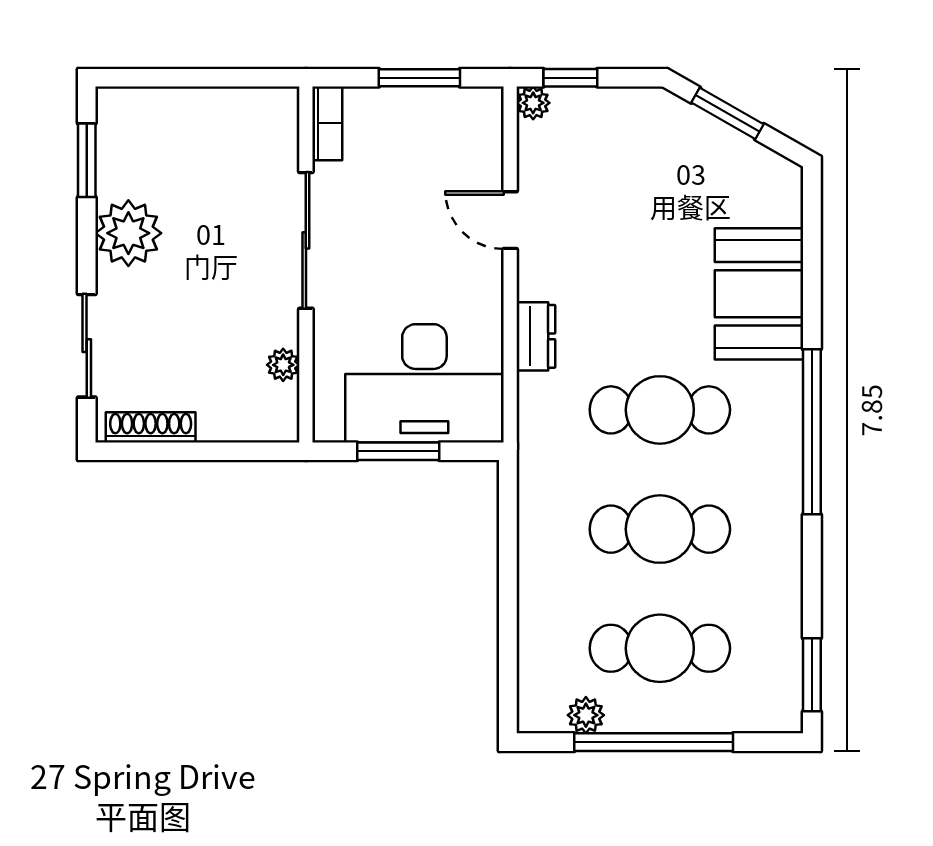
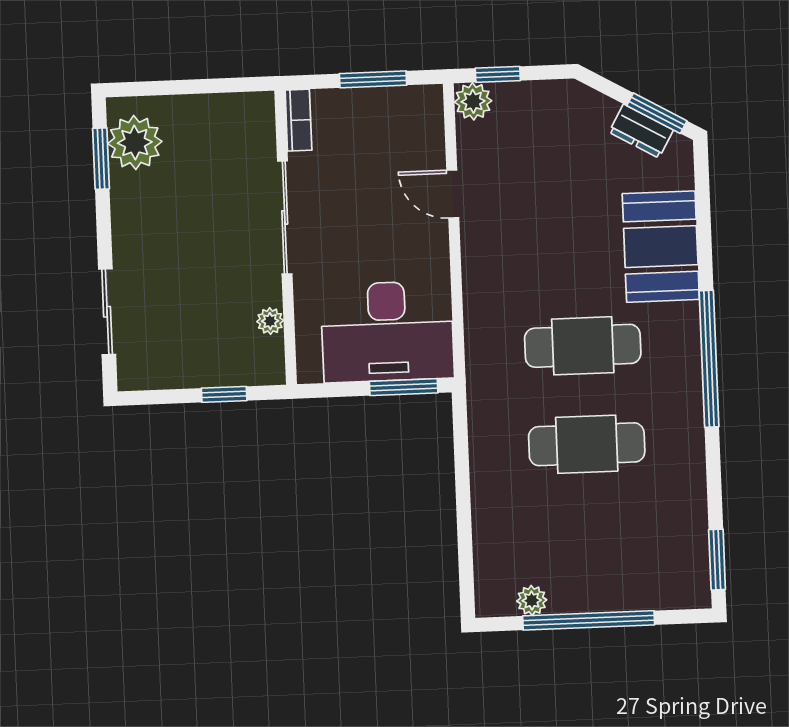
plant: (533, 103) -> (473, 101), width x1.38, depth x1.38
window: (728, 113) -> (657, 113), moved
plant: (128, 233) -> (135, 143), moved
dresser: (536, 336) -> (641, 131), moved, turned 120
shoe rack: (151, 427) -> (163, 377), removed
window: (224, 451) -> (224, 394), added
window: (398, 451) -> (404, 387), moved
cafe table: (660, 648) -> (591, 543), removed

